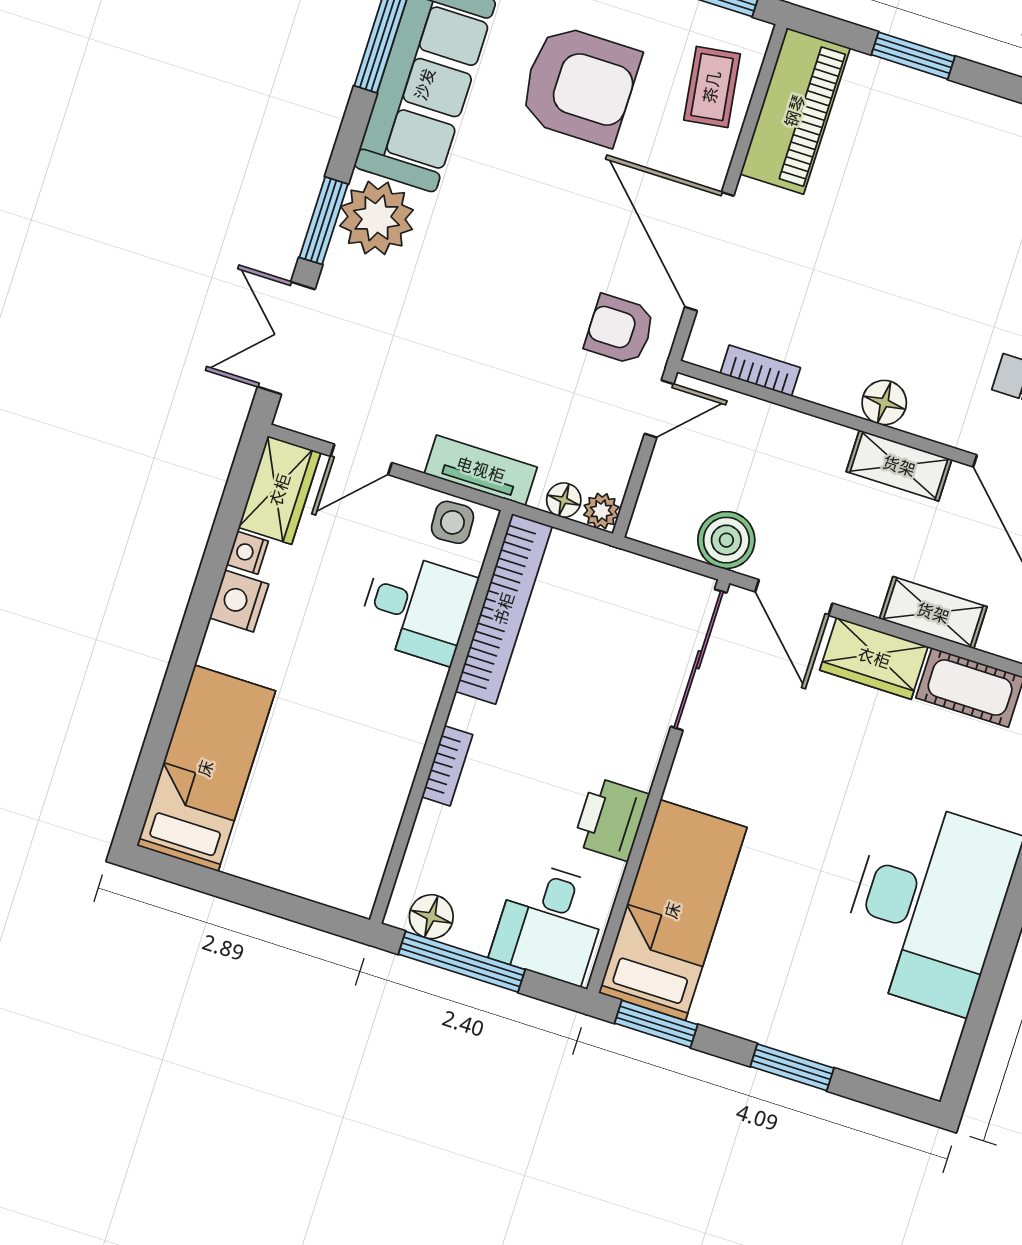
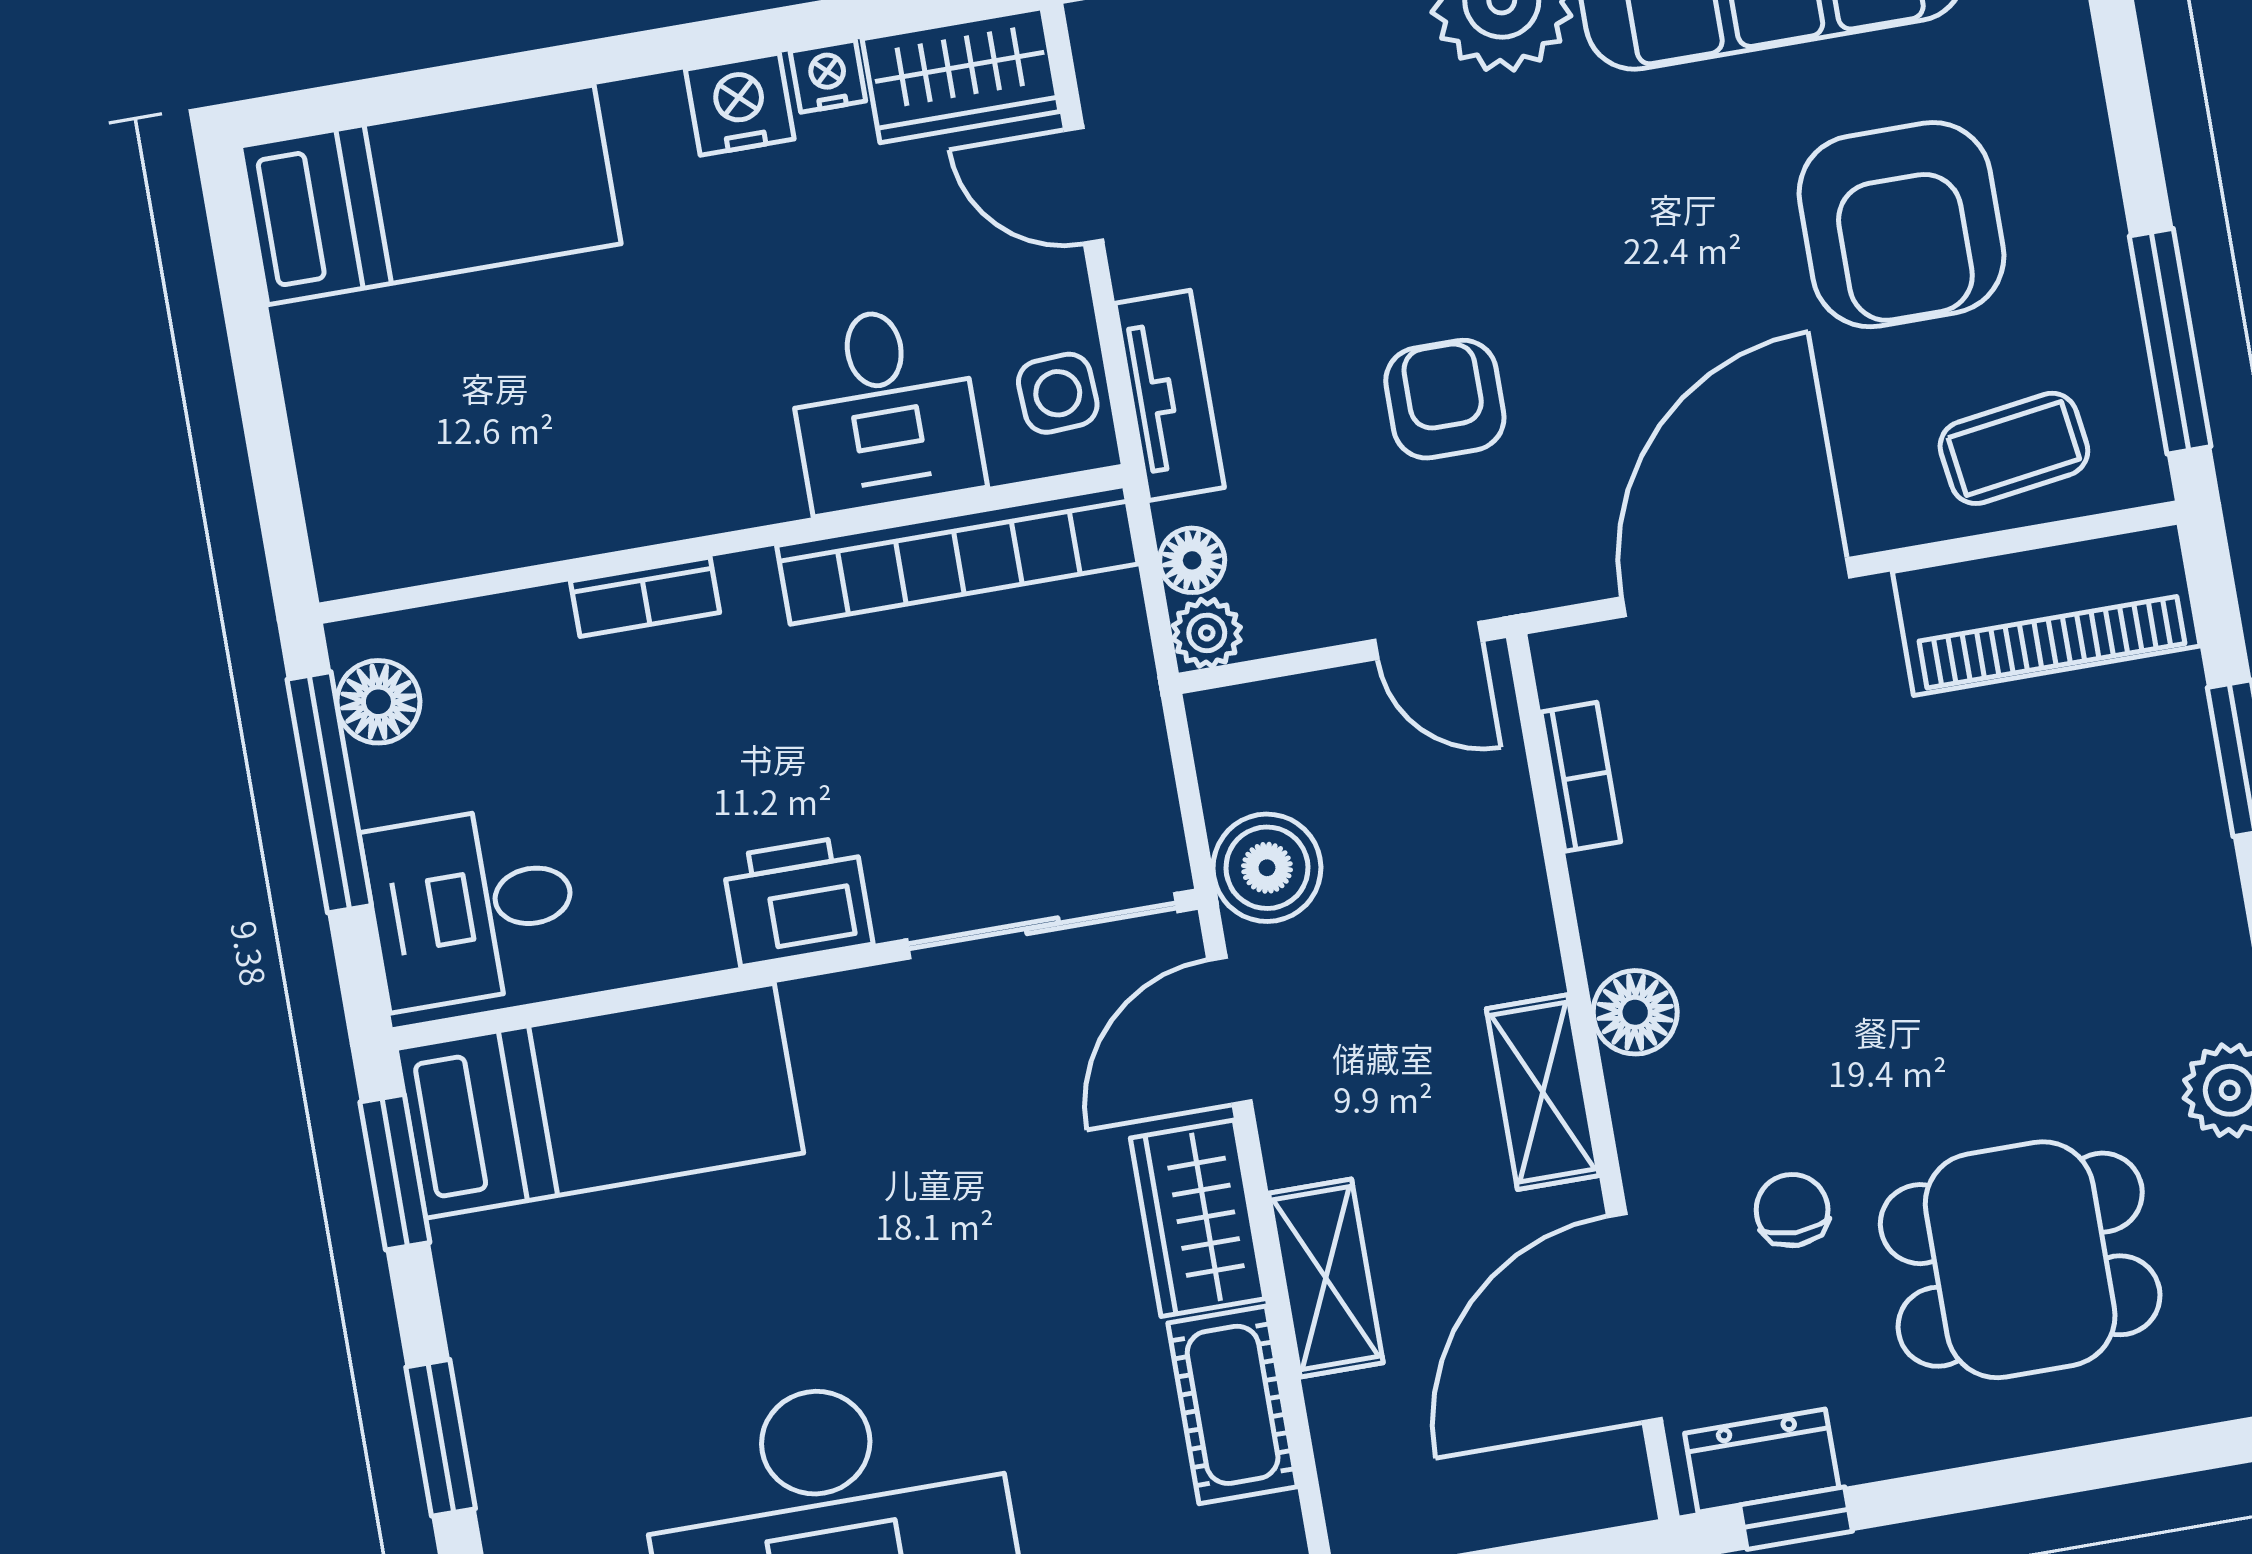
armchair: (620, 329) -> (1445, 399), moved
printer: (611, 819) -> (798, 901), moved

